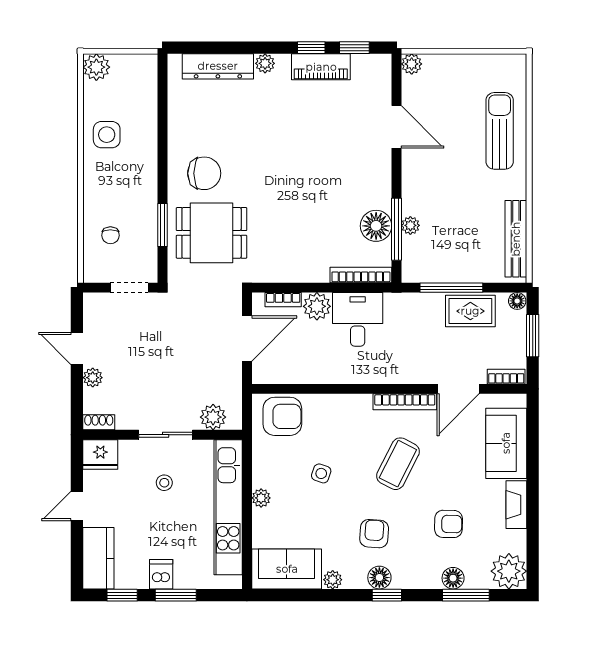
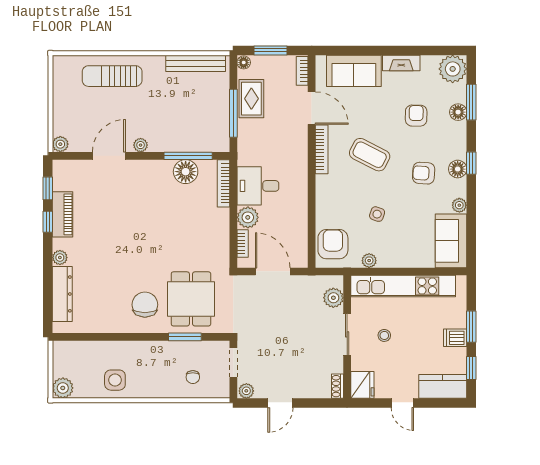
plant: (410, 225) -> (141, 145), moved
chair: (110, 235) -> (193, 377), turned 90
plant: (93, 378) -> (246, 391), moved
plant: (261, 498) -> (369, 261), moved

